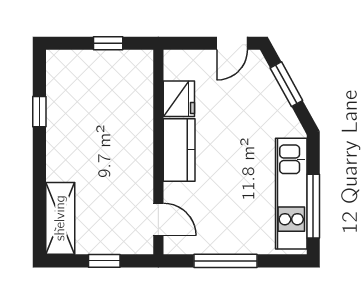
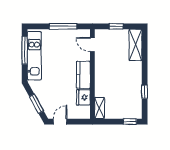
window: (108, 43) -> (130, 122), moved
shelving: (142, 74) -> (100, 108), added

